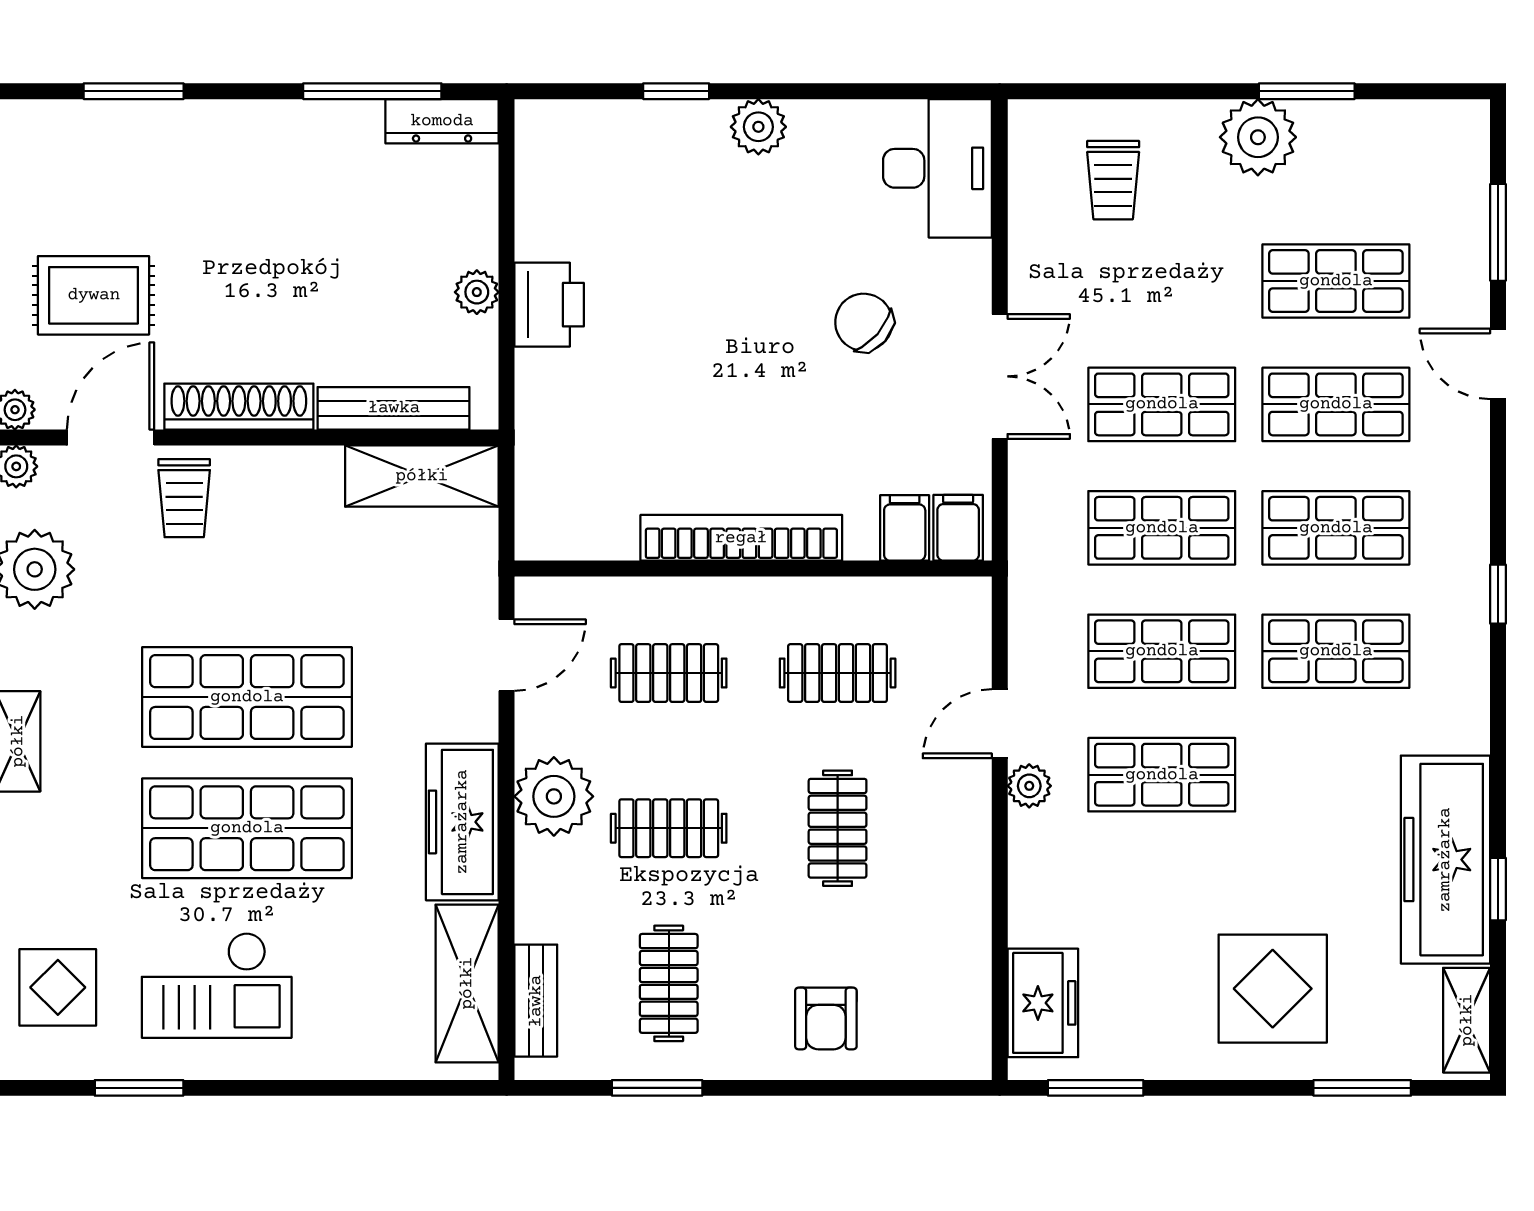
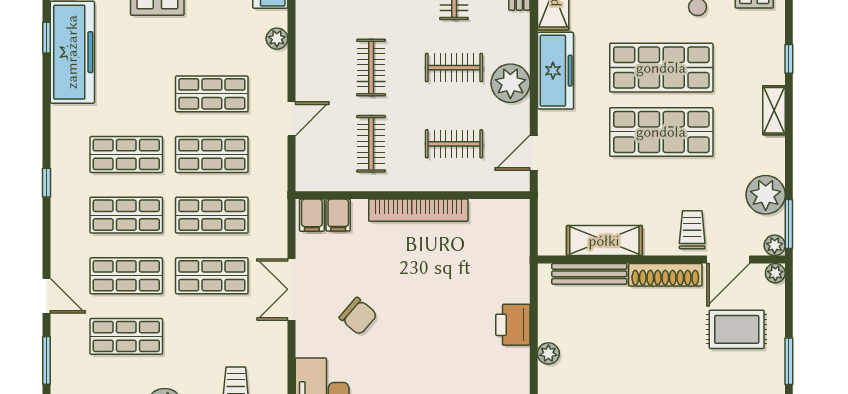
plant: (477, 292) -> (548, 353), moved
shelving: (422, 476) -> (604, 241), moved
clothes rail: (838, 673) -> (371, 144), turned 90
plant: (1029, 786) -> (277, 39), moved

